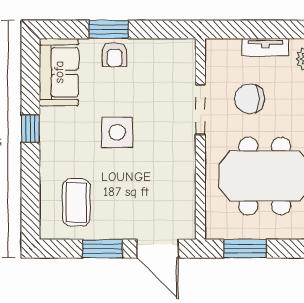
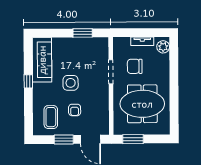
window: (109, 30) -> (83, 33), moved
armchair: (115, 55) -> (75, 110), moved
sofa: (59, 72) -> (42, 60), width x1.36

